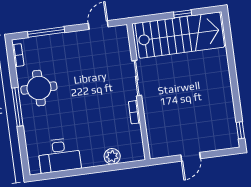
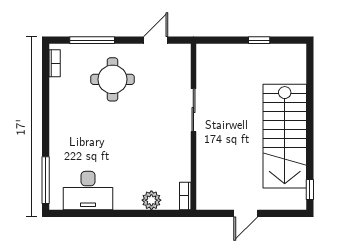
stairs: (180, 35) -> (285, 136), moved, turned 90
round table: (39, 88) -> (113, 79), moved
window: (18, 107) -> (46, 180), moved
bookcase: (134, 112) -> (185, 196), moved

